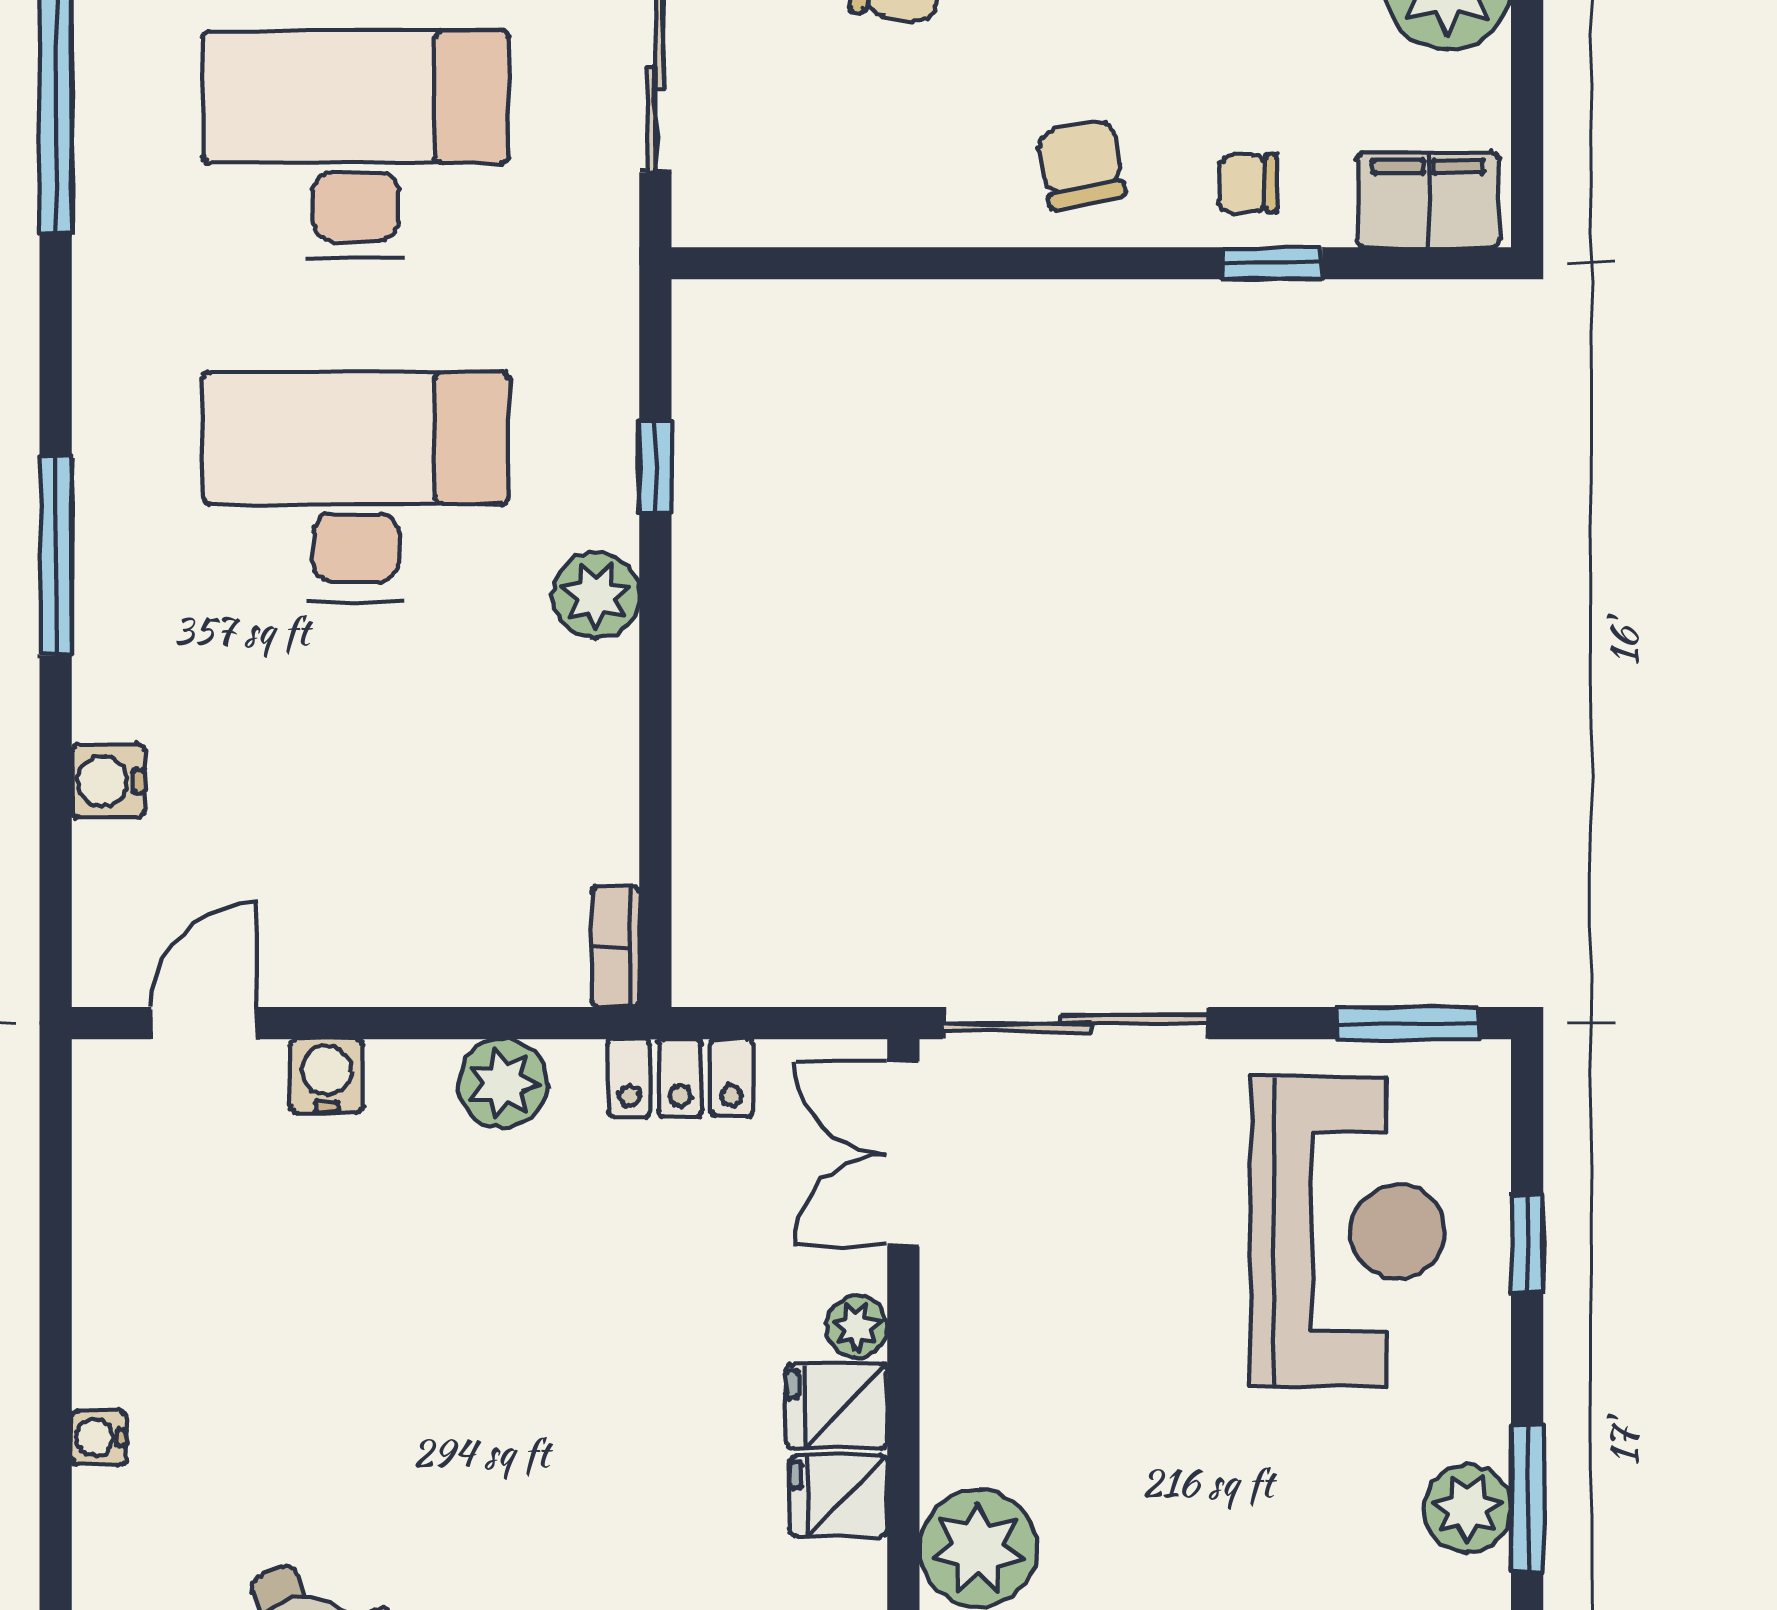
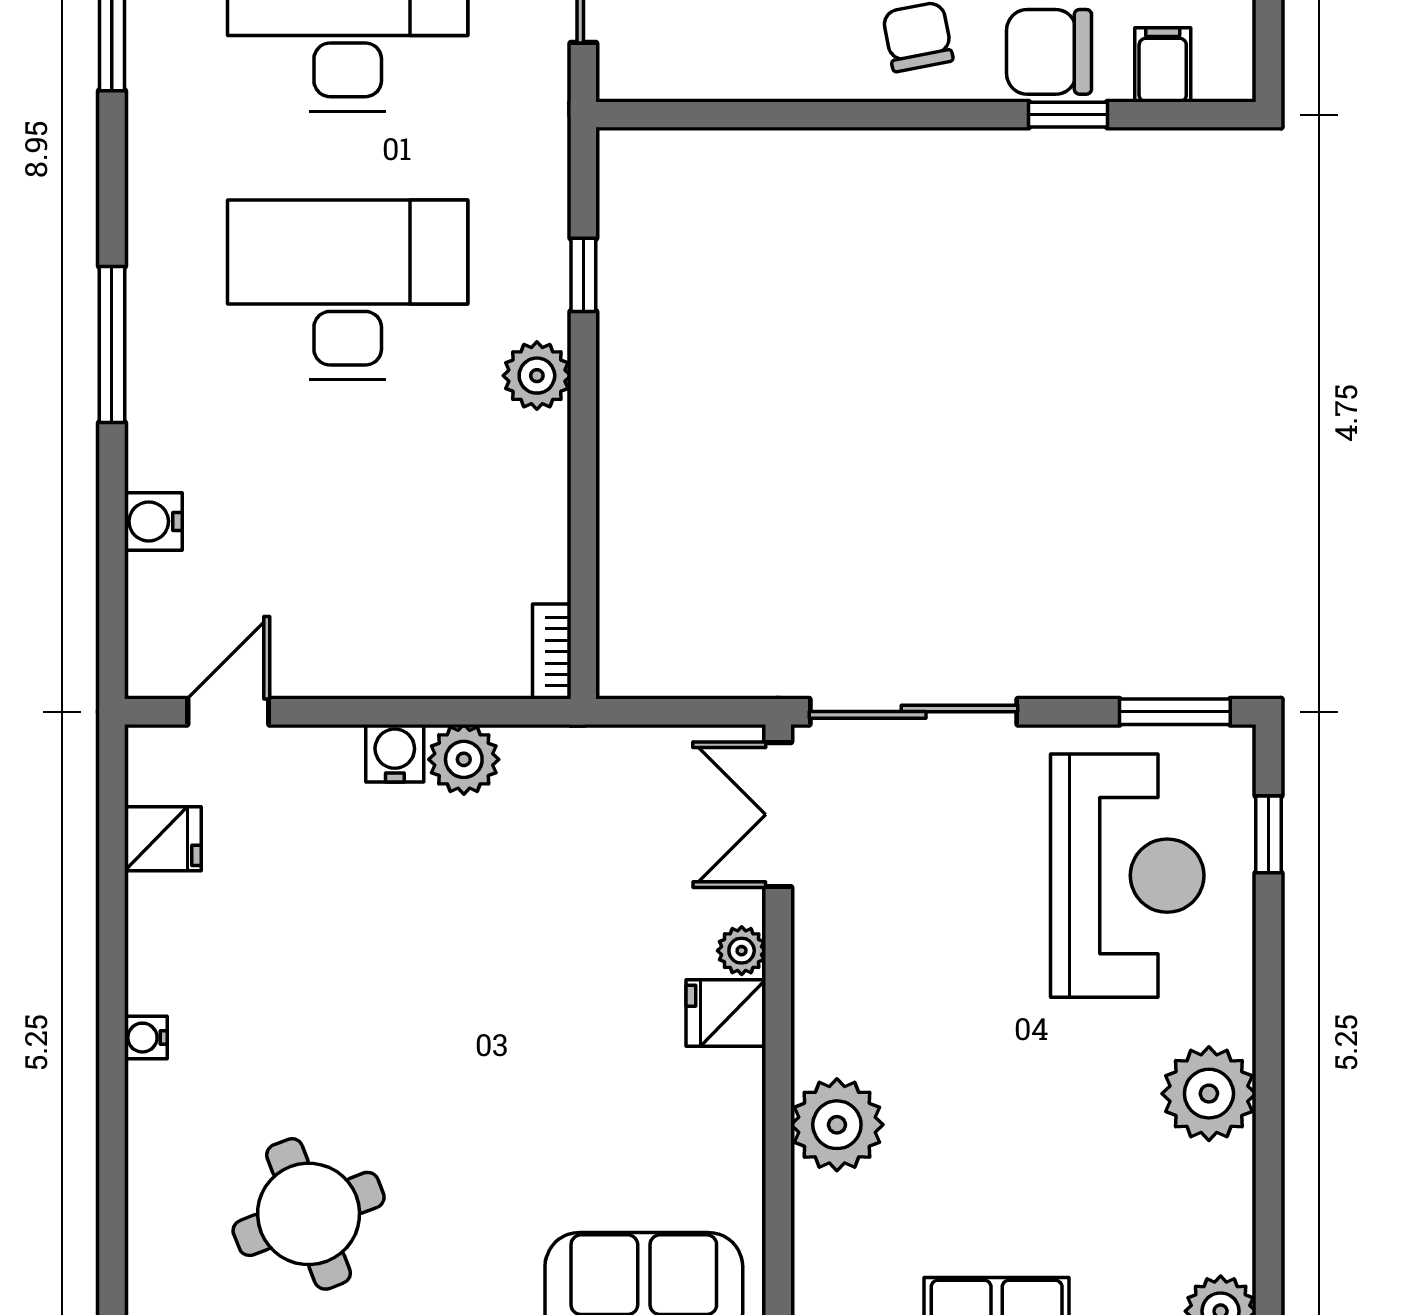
chair: (1248, 183) -> (1049, 52), width x1.87, depth x1.87
filing cabinet: (1428, 200) -> (1163, 65), width x0.50
water cooler: (327, 1076) -> (395, 753), moved
locker: (680, 1078) -> (603, 755), removed
window: (1527, 1244) -> (1268, 834), moved
fridge: (839, 1496) -> (163, 839), moved, turned 180
window: (1527, 1498) -> (1268, 1085), removed
plant: (1467, 1509) -> (1209, 1094), width x1.36, depth x1.36

